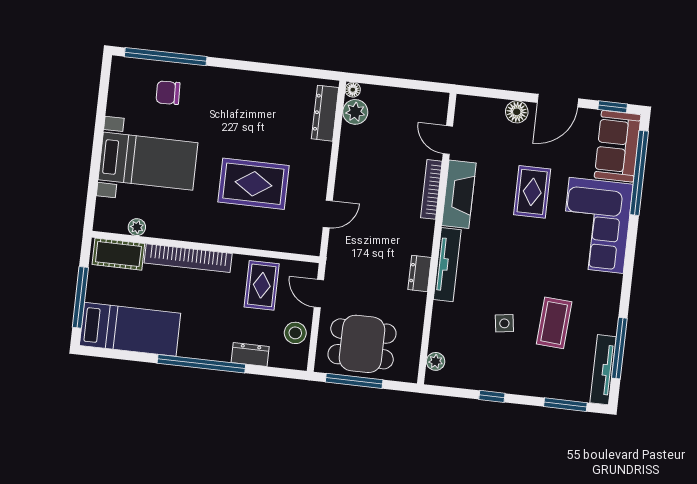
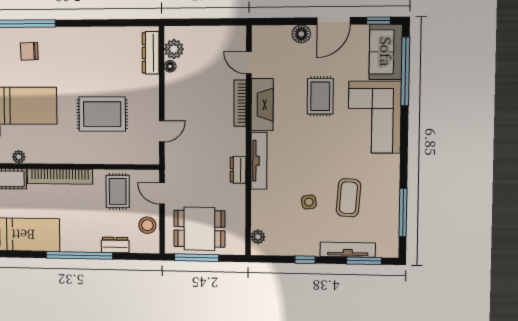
floor lamp: (353, 90) -> (170, 66), moved
tv unit: (603, 370) -> (348, 250), moved, turned 90

